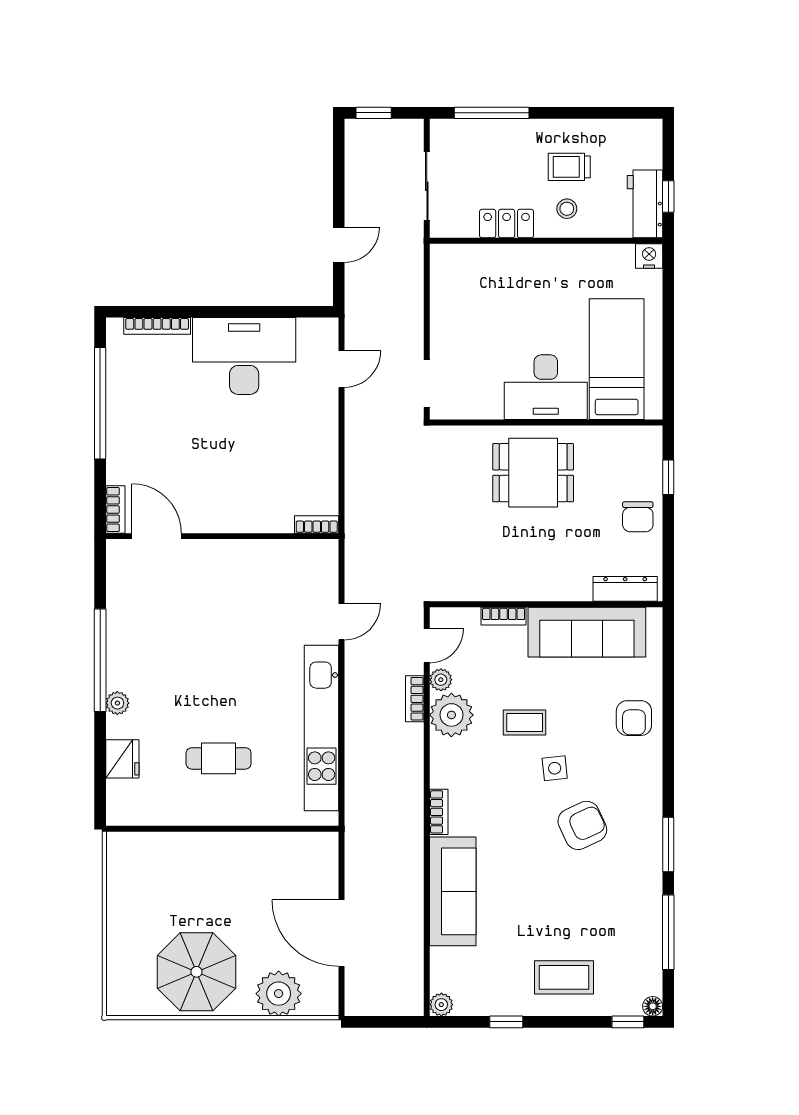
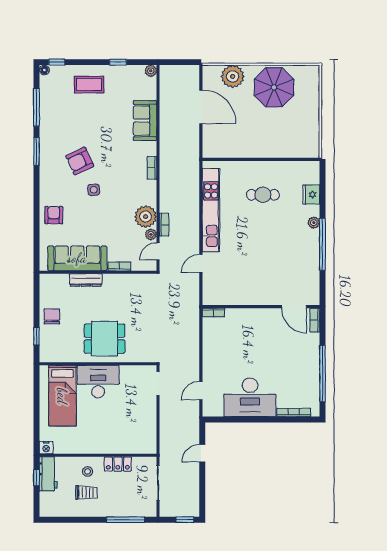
dresser: (625, 589) -> (86, 280), moved
coffee table: (525, 723) -> (109, 213), removed
sofa: (453, 891) -> (145, 121), width x0.73

